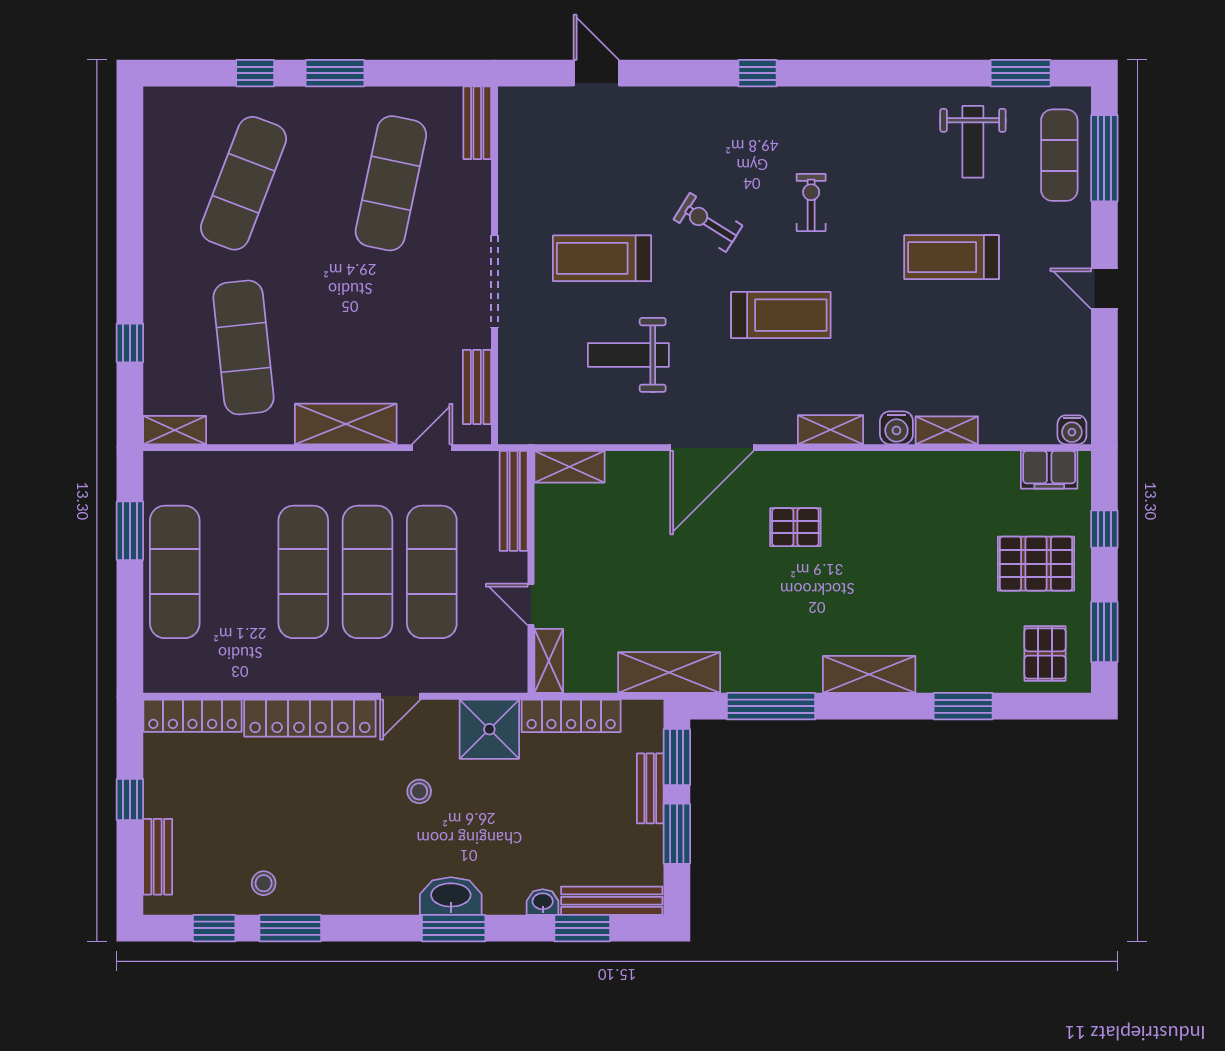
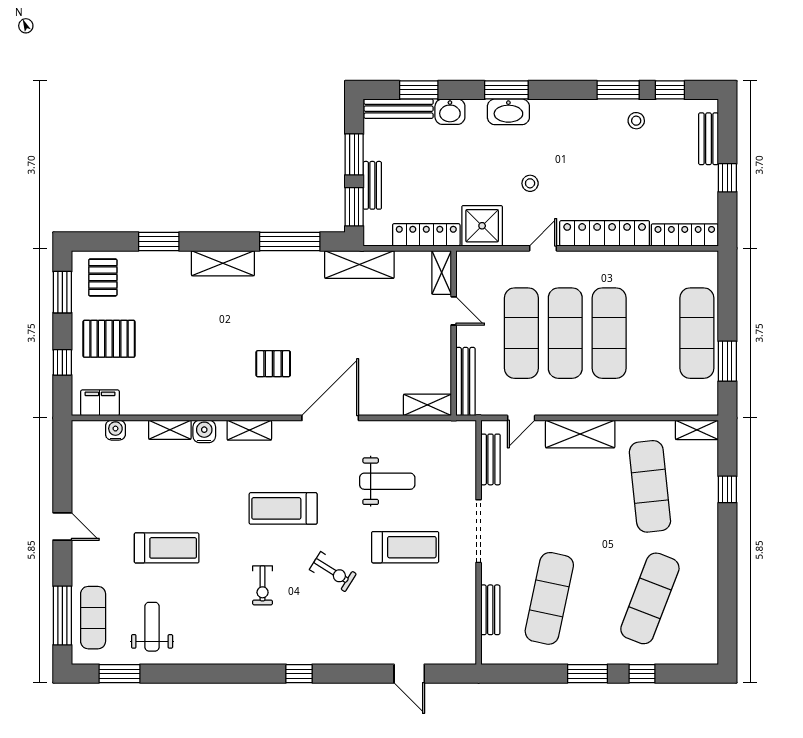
bench: (477, 123) -> (490, 610), moved
water cooler: (1072, 430) -> (115, 430), moved
washbasin: (543, 902) -> (450, 112), width x1.38, depth x1.45

